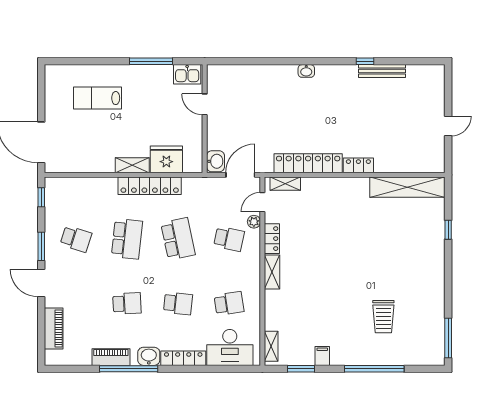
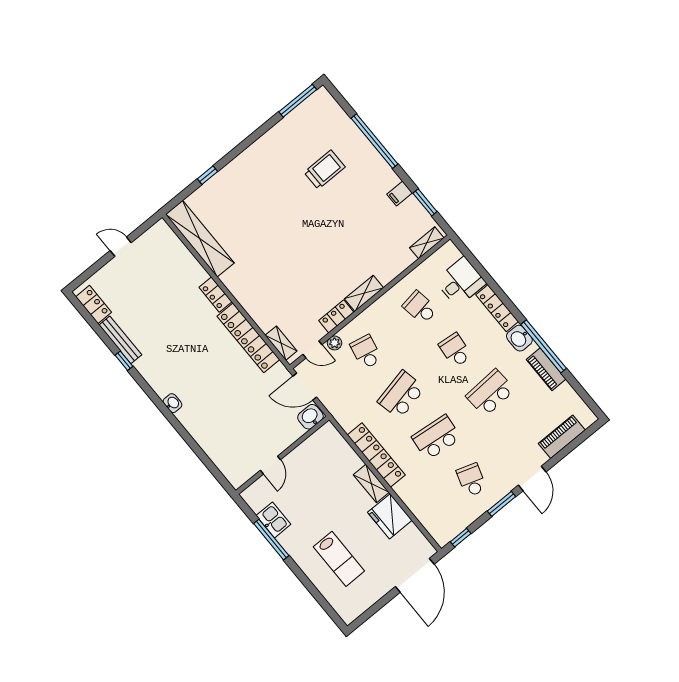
locker: (423, 73) -> (94, 305), added
kitchen sink: (187, 74) -> (273, 520), moved
fridge: (166, 159) -> (390, 516), moved
school desk: (127, 303) -> (490, 393), width x1.85
desk: (230, 347) -> (460, 282), width x0.73

